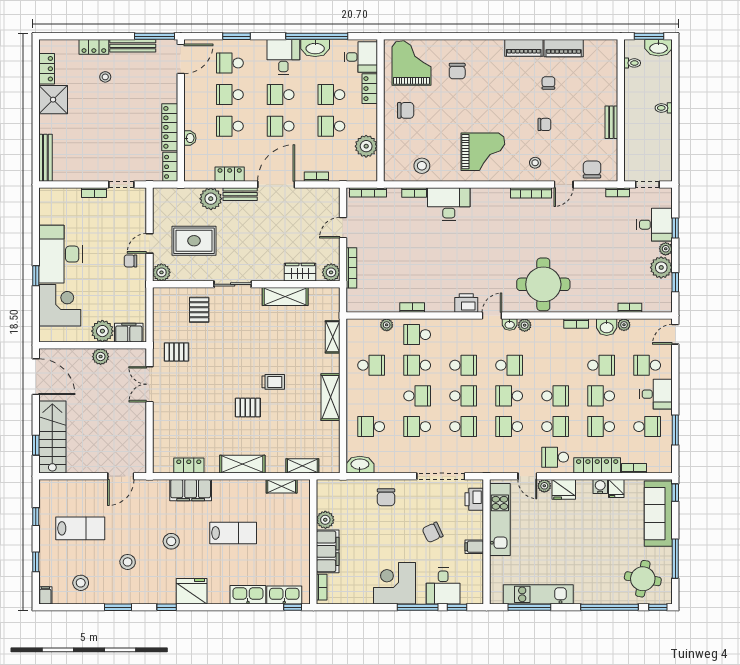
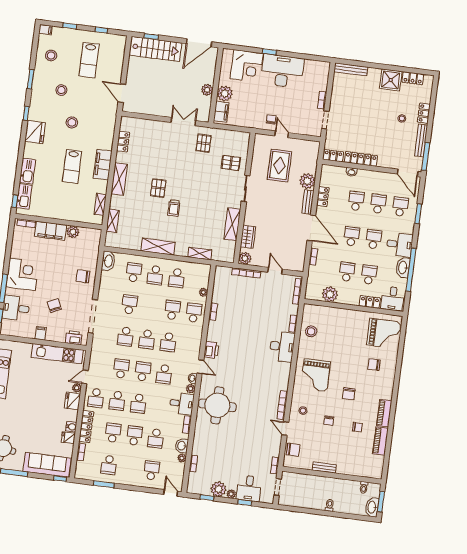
chair: (406, 110) -> (349, 394), moved
plant: (161, 272) -> (260, 140), removed
desk: (656, 394) -> (182, 404), moved, turned -90
school desk: (417, 396) -> (155, 275), moved
school desk: (555, 457) -> (96, 398), turned 180
filing cabinet: (191, 490) -> (103, 165), moved

